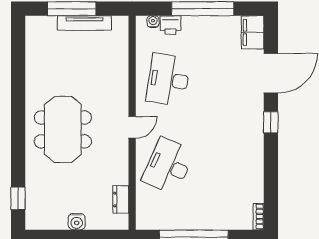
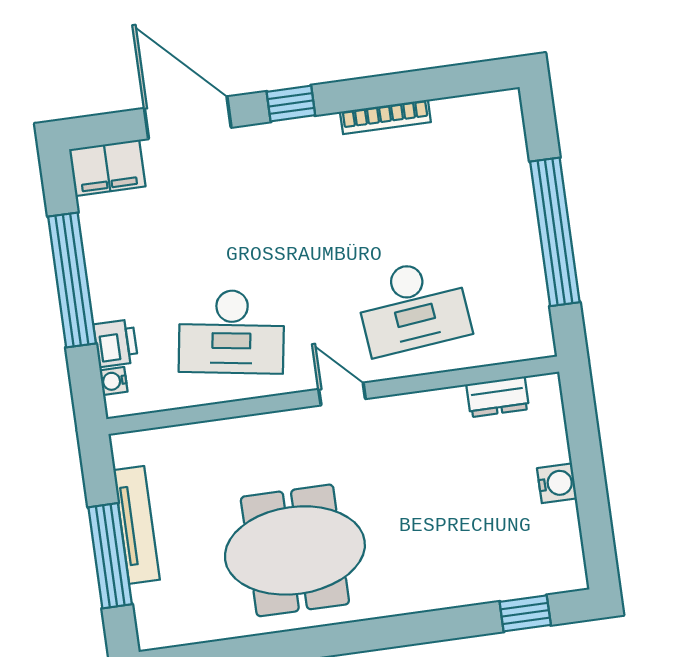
meeting table: (63, 129) -> (295, 550), moved
desk: (168, 166) -> (413, 307), turned -30
bookcase: (258, 217) -> (385, 117), moved, width x1.56

